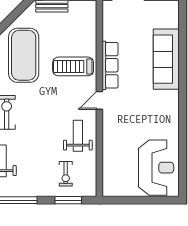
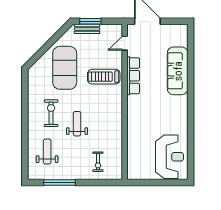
door: (99, 100) -> (125, 43), moved
weight bench: (78, 136) -> (77, 124), moved
window: (68, 200) -> (100, 183), removed

